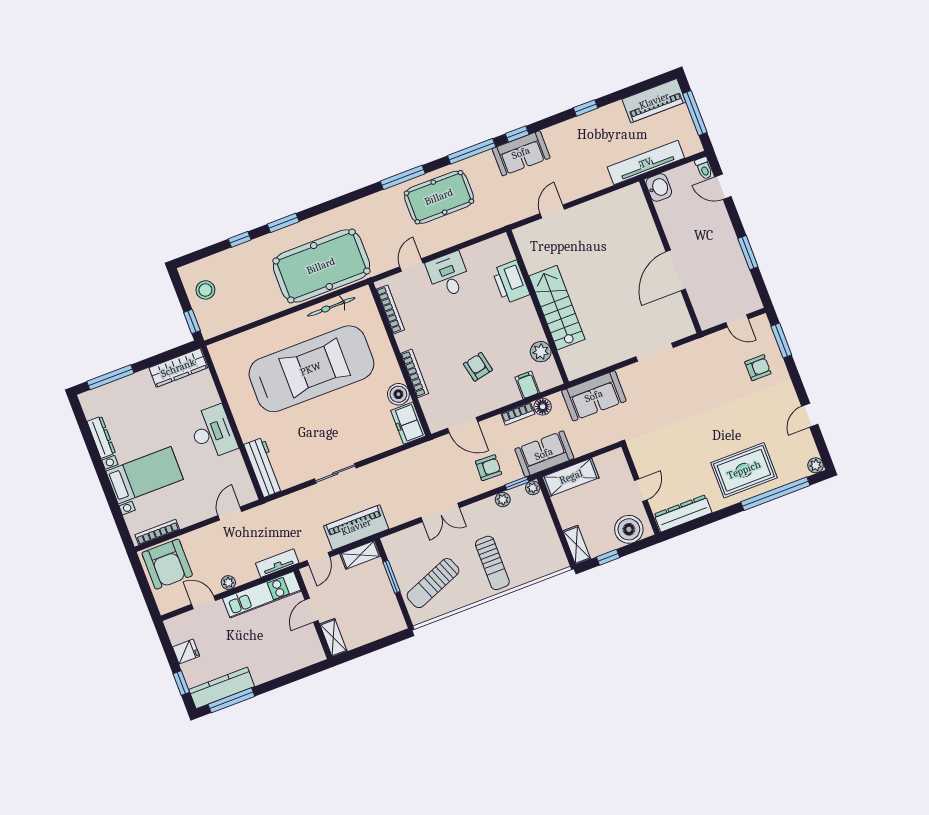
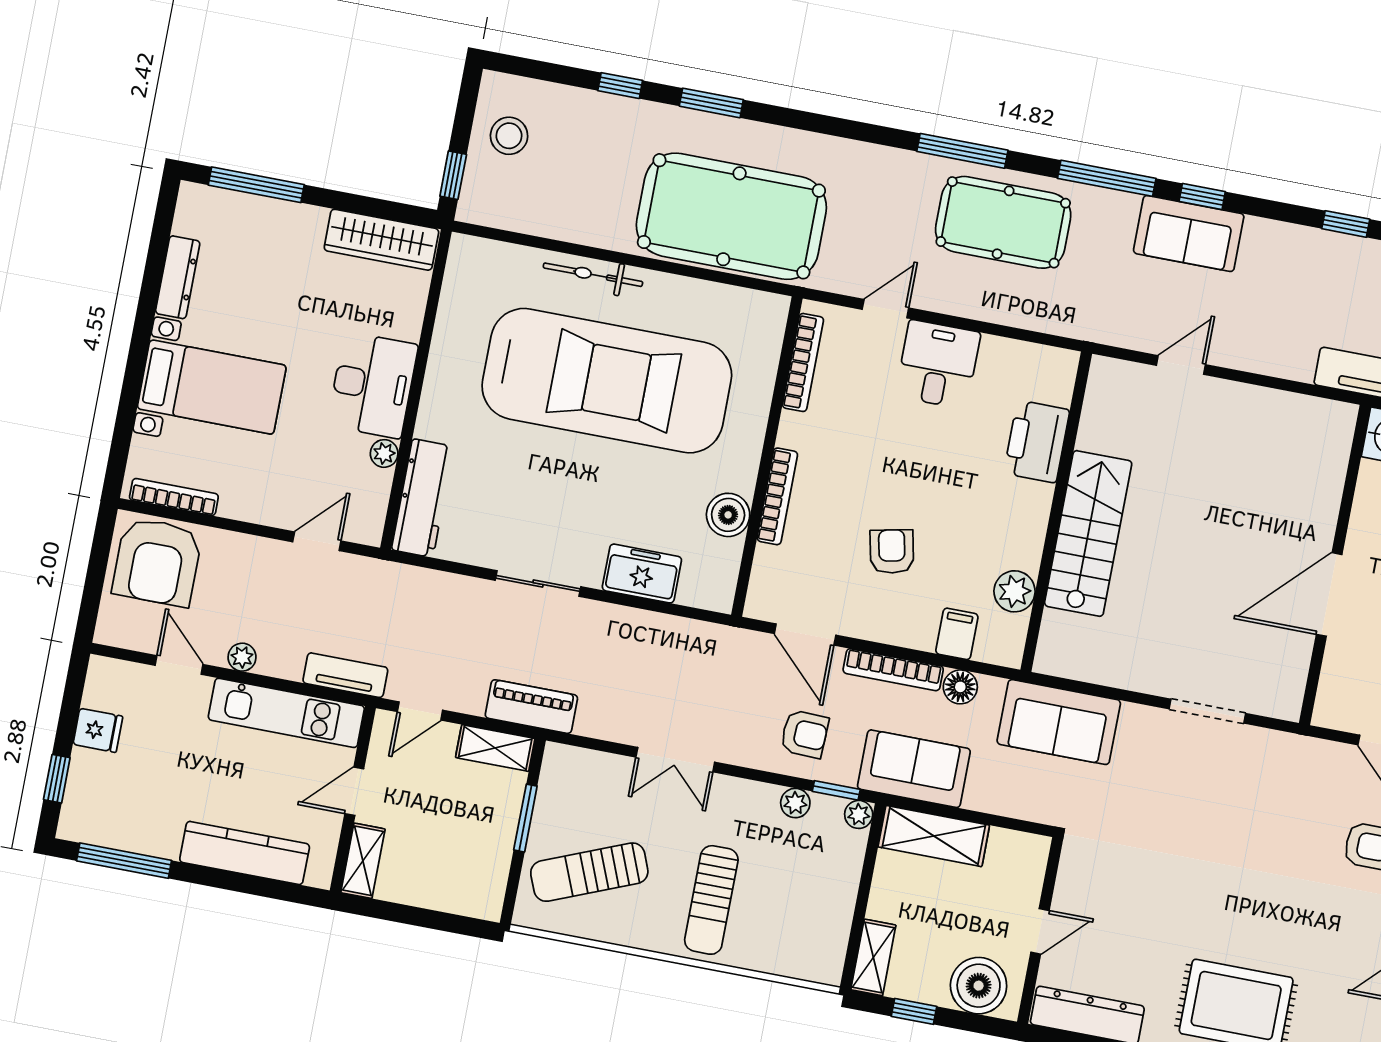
bicycle: (331, 307) -> (593, 275), moved
bookcase: (518, 414) -> (893, 670), width x1.56
freezer: (408, 423) -> (642, 574), moved, turned 90
plant: (236, 458) -> (384, 453), added
piano: (356, 527) -> (531, 707), width x0.73, depth x0.75
kitchen counter: (222, 688) -> (245, 853), moved

